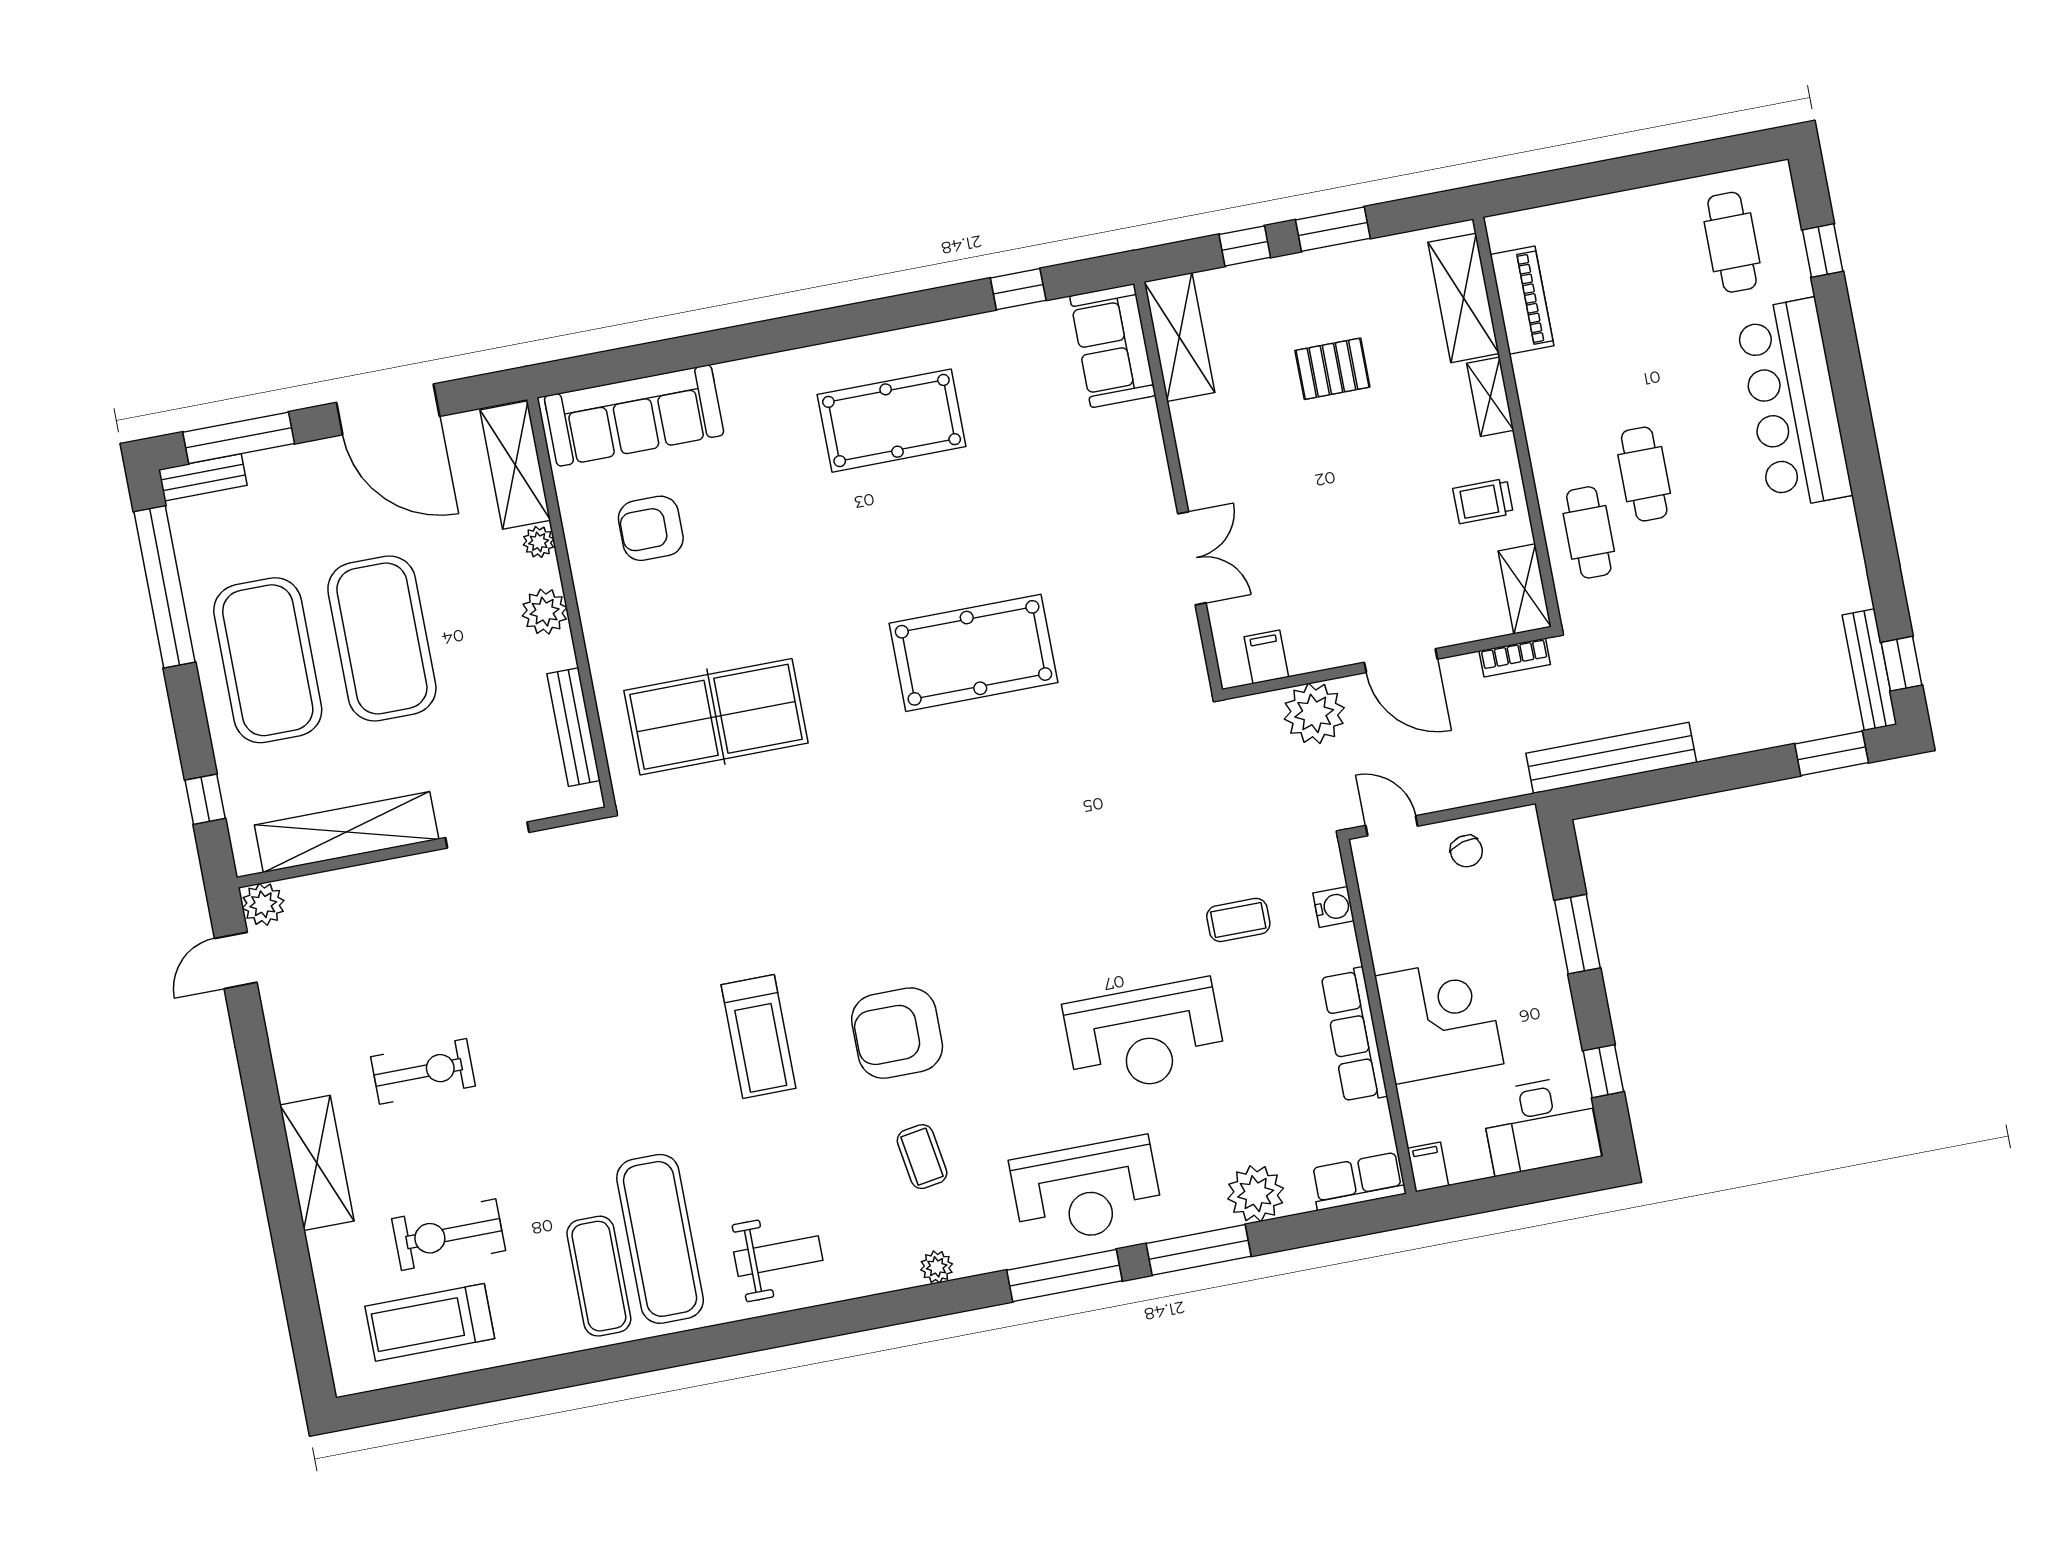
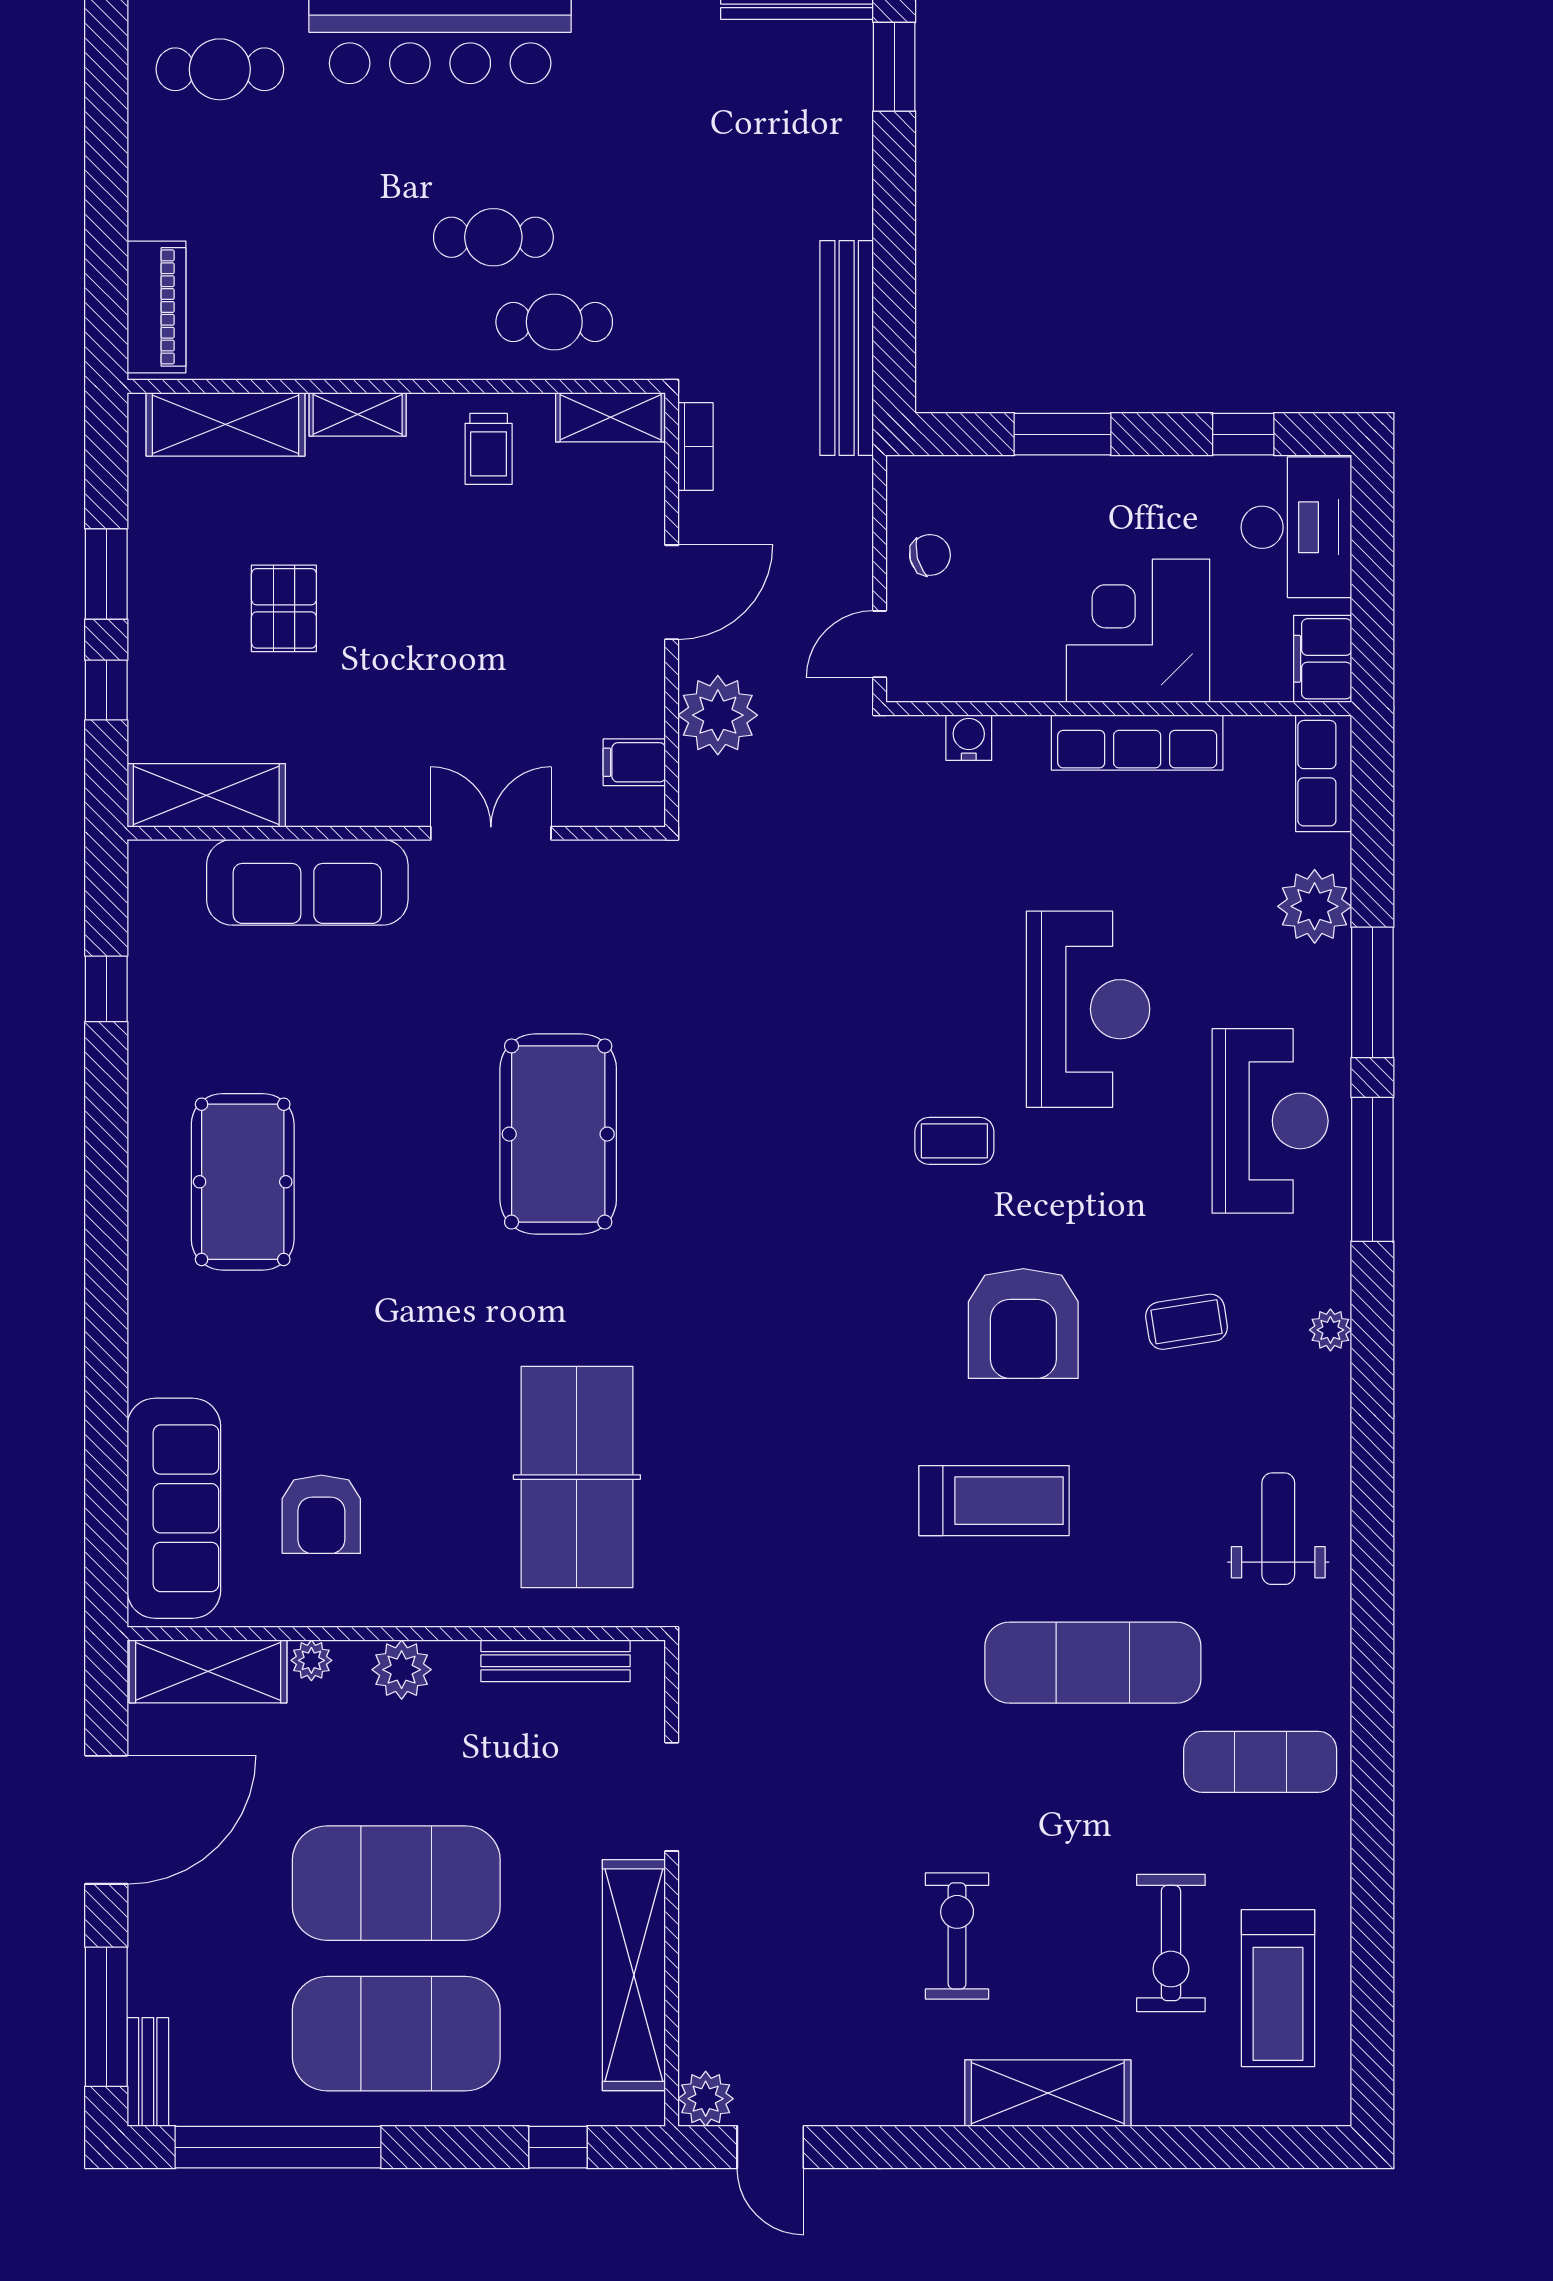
piano: (1522, 300) -> (157, 307), moved, turned 90
sofa: (1113, 346) -> (307, 882), moved, width x1.36
coffee table: (1238, 920) -> (954, 1141), moved, turned 90
filing cabinet: (1428, 1167) -> (1323, 659), width x2.00
exercise mat: (660, 1239) -> (1093, 1663), moved

